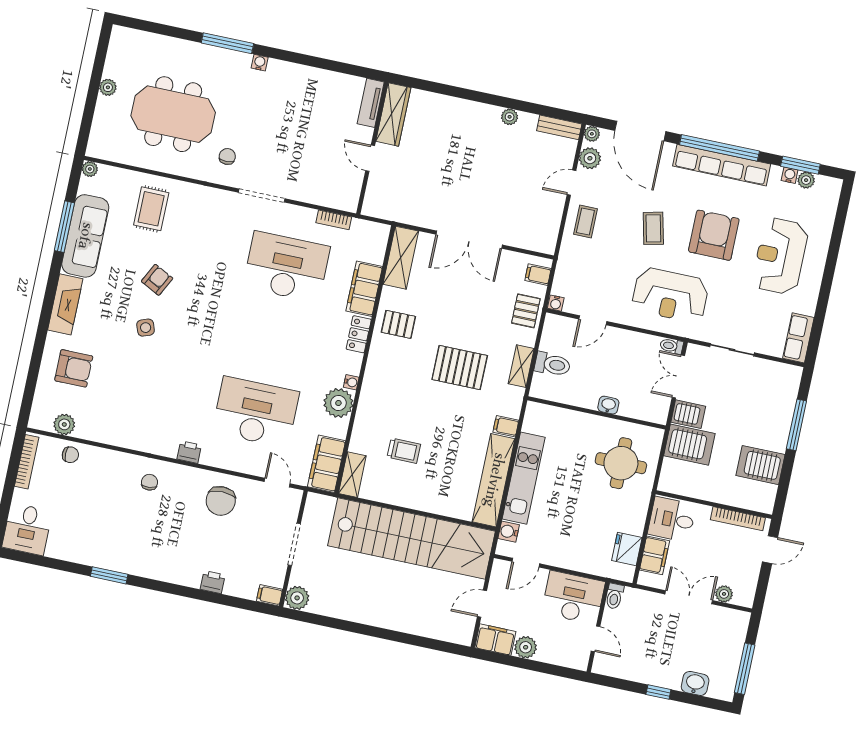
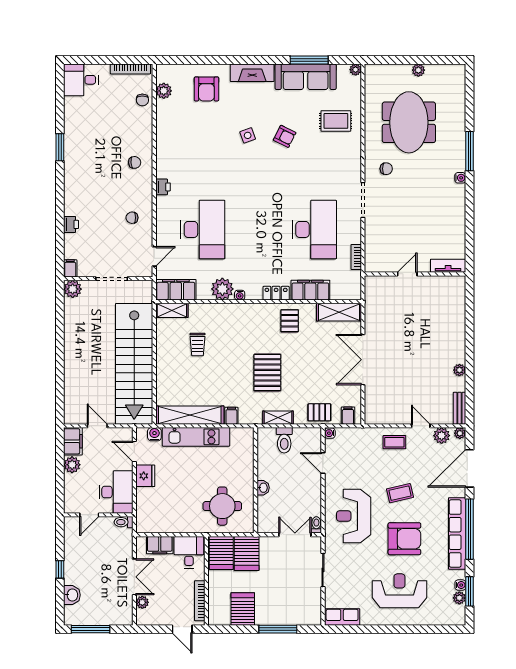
wardrobe: (393, 114) -> (443, 284), removed
server rack: (688, 414) -> (221, 553), moved, width x1.36, depth x1.44
chair: (221, 501) -> (132, 218), width x0.54, depth x0.54
fridge: (627, 549) -> (145, 476), moved, turned 90

